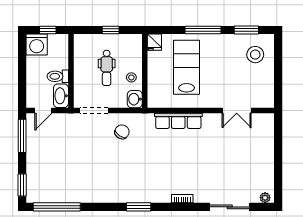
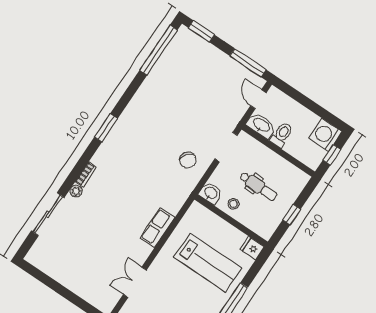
dental chair: (107, 68) -> (258, 186), turned 180
row of seats: (178, 121) -> (157, 228), width x0.68
plant: (265, 198) -> (76, 191), moved

